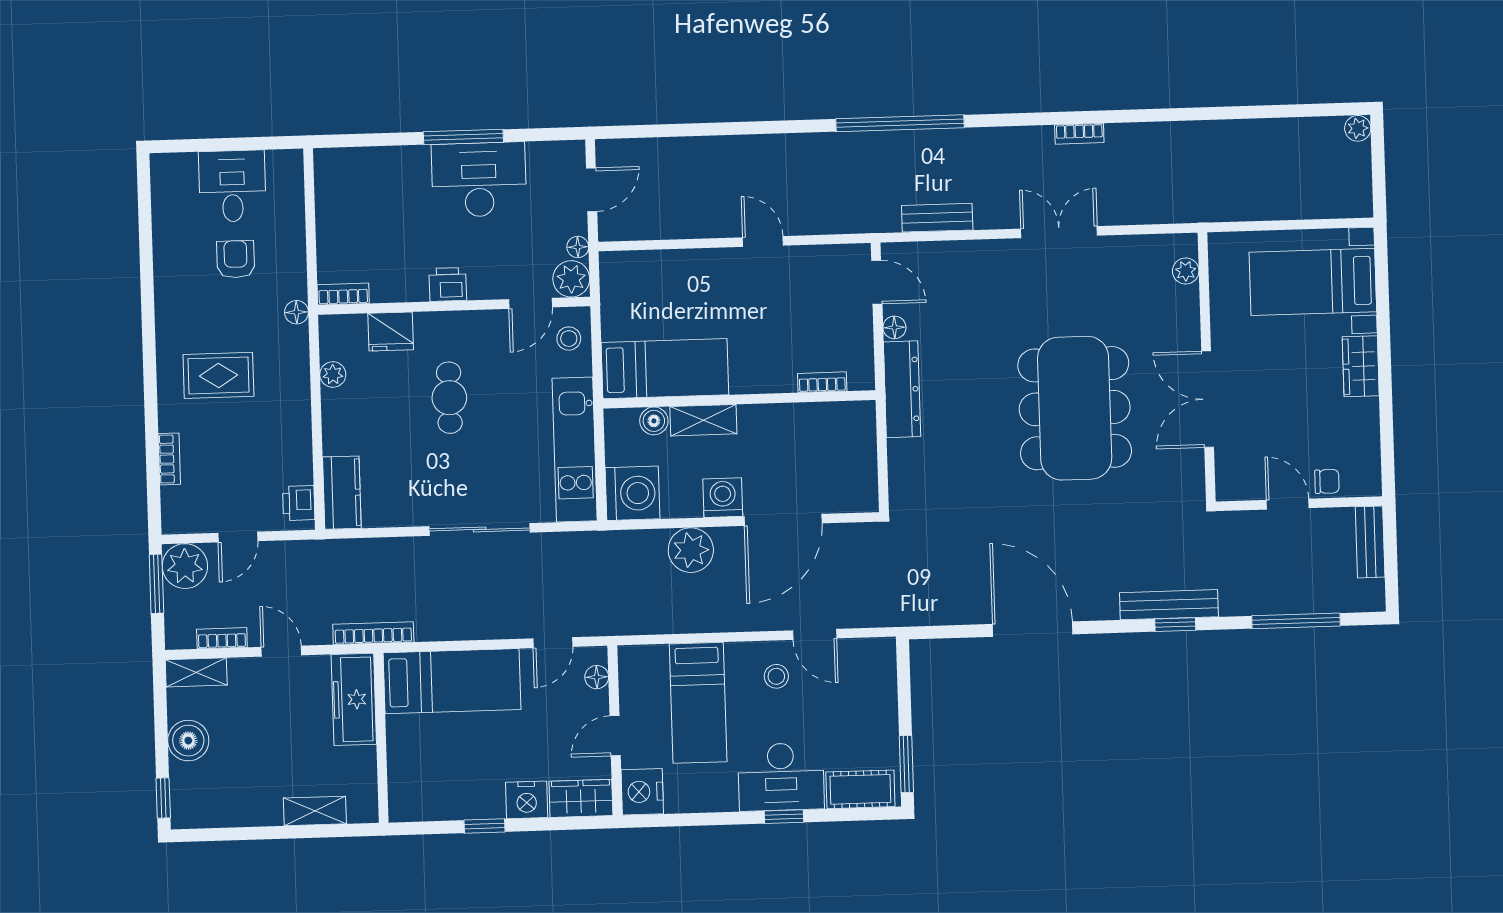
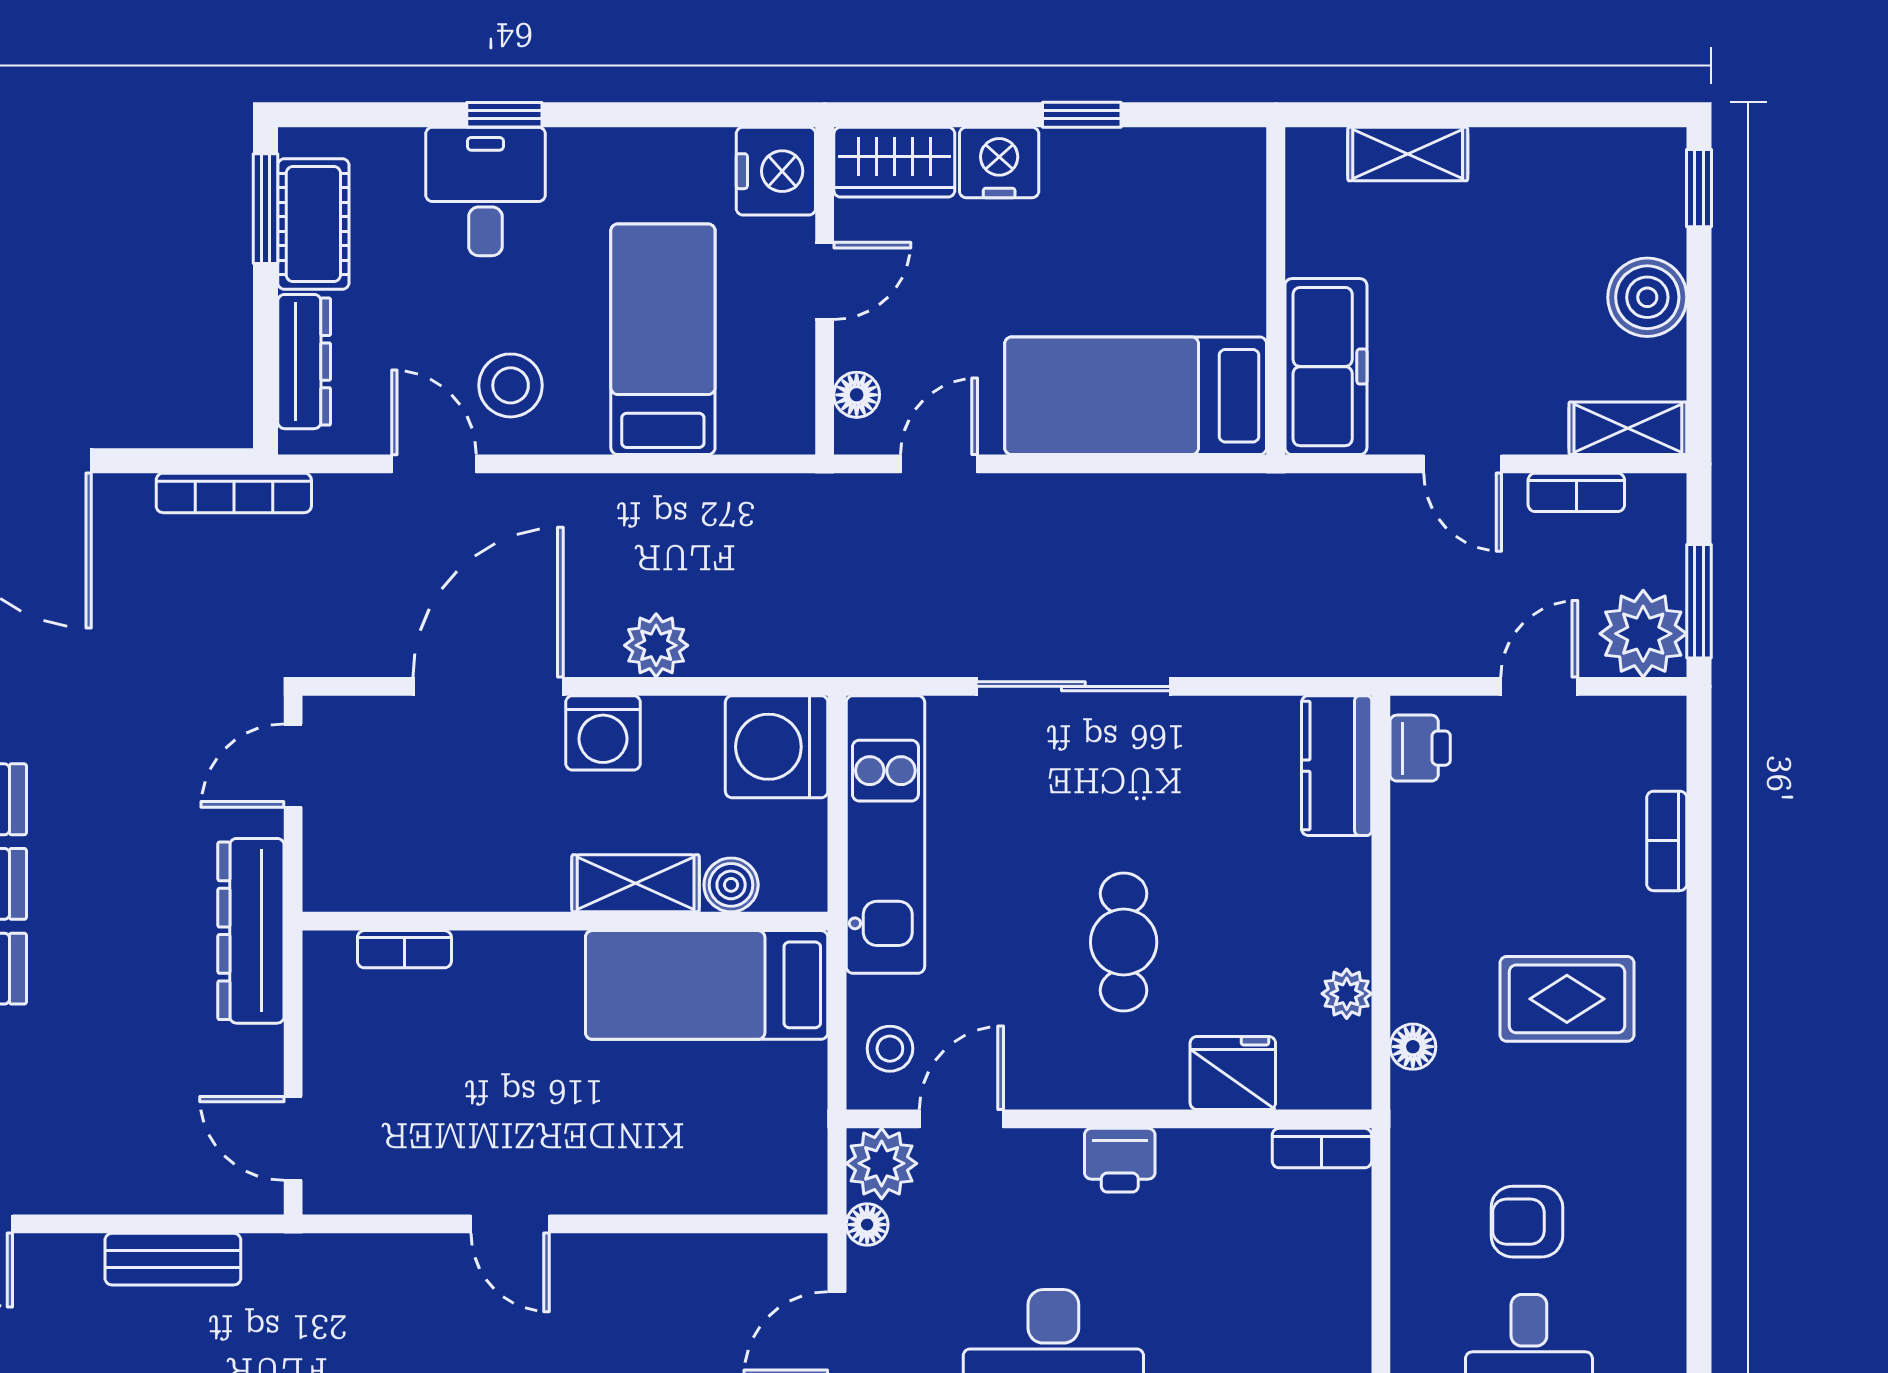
armchair: (236, 259) -> (1527, 1222), turned 90
floor lamp: (297, 312) -> (1413, 1047), moved
floor lamp: (894, 327) -> (262, 1050), removed
door: (883, 476) -> (293, 766), added
plant: (691, 550) -> (656, 645), width x0.73, depth x0.73
bookcase: (373, 633) -> (234, 493), moved
stool: (776, 676) -> (511, 385), width x1.37, depth x1.37
dresser: (884, 685) -> (304, 362), added
desk: (781, 777) -> (485, 191), width x0.73
cot: (860, 789) -> (313, 224), moved, turned 90

